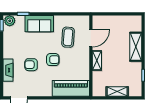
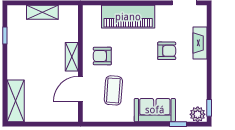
shelving: (136, 47) -> (16, 101), moved
armchair: (53, 60) -> (102, 56), moved
piano: (71, 88) -> (128, 17), moved

